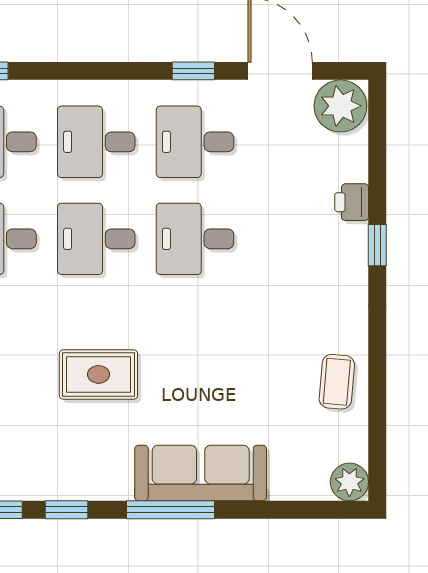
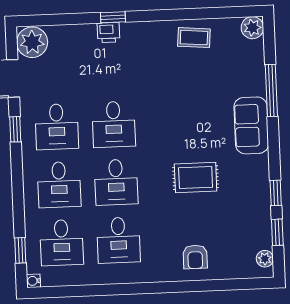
printer: (352, 202) -> (108, 32), moved
rug: (98, 374) -> (196, 178), turned 90
sofa: (201, 473) -> (251, 125), width x0.73
window: (171, 510) -> (271, 90), moved

